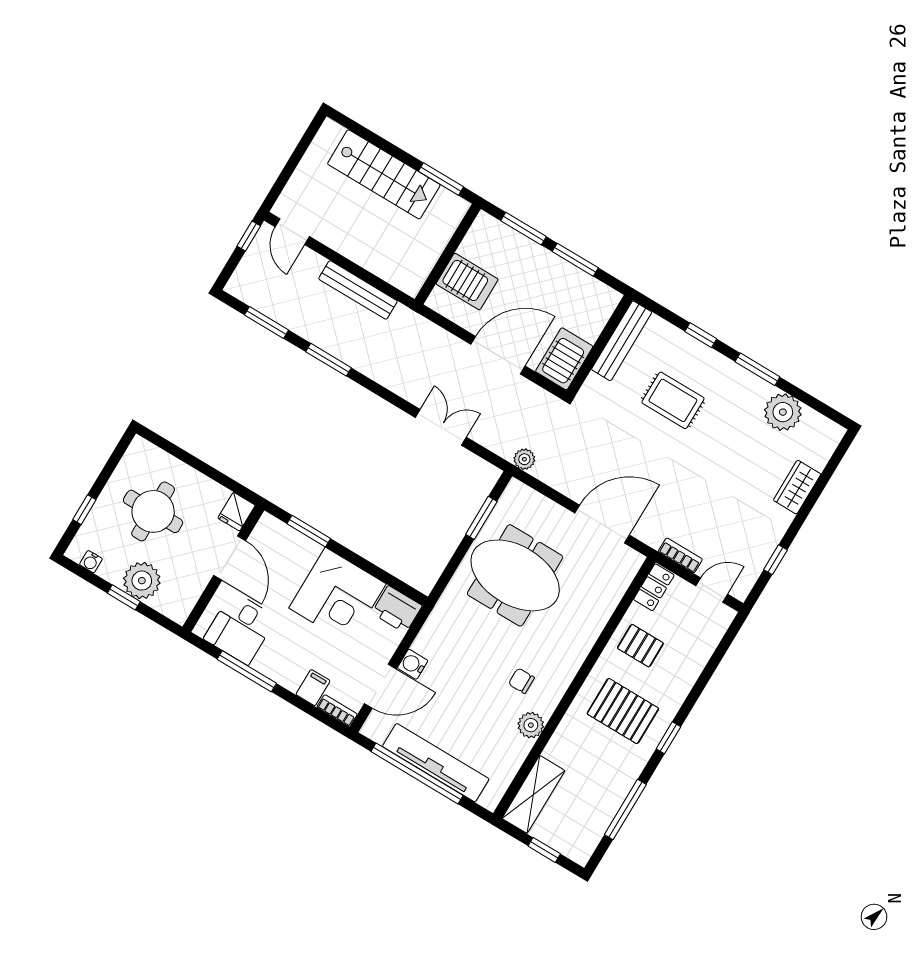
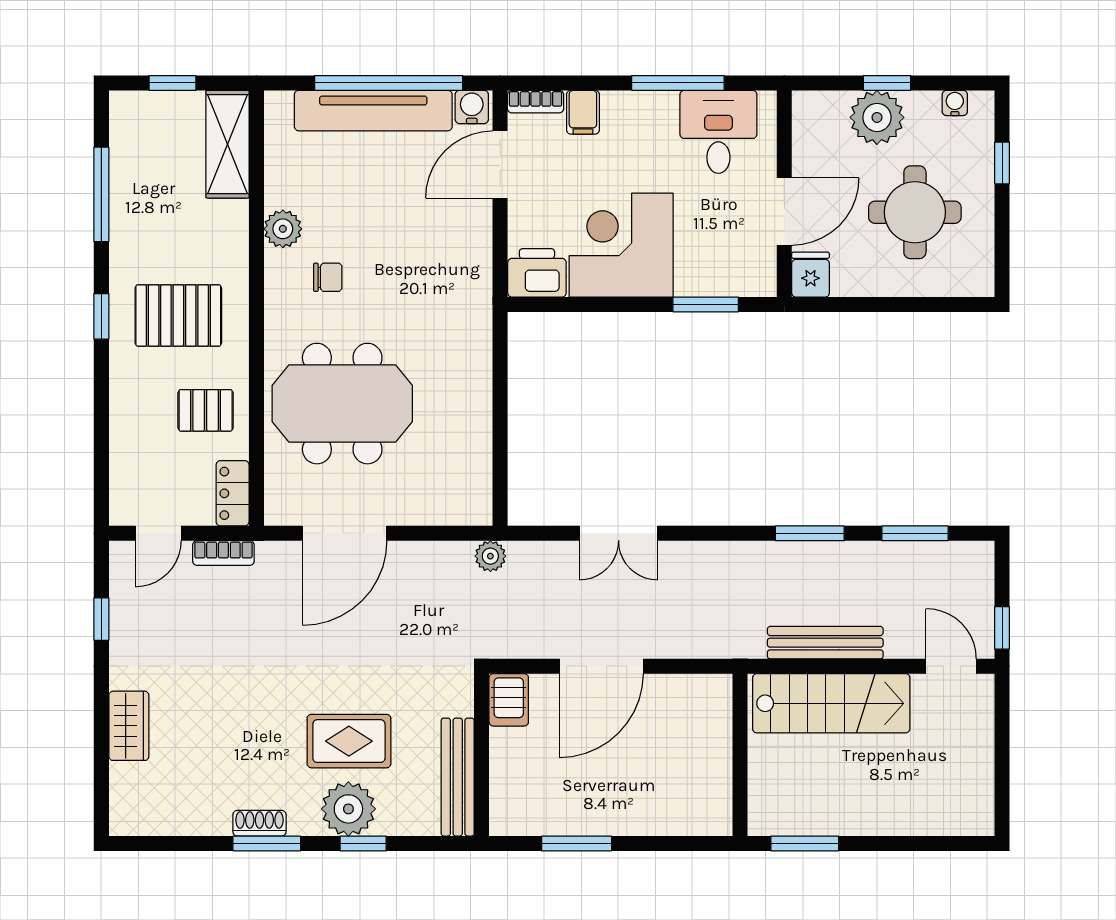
stairs: (384, 174) -> (831, 703), moved, turned 180
window: (524, 229) -> (664, 843), removed
server rack: (467, 282) -> (695, 735), removed
server rack: (564, 359) -> (509, 700), width x0.73, depth x0.70
shoe rack: (755, 384) -> (259, 823), added
plant: (783, 412) -> (348, 809), moved
window: (481, 518) -> (500, 451), removed
door: (230, 558) -> (784, 212), swing flipped
meeting table: (515, 575) -> (342, 404), moved
water cooler: (413, 664) -> (472, 107), moved, turned -90

